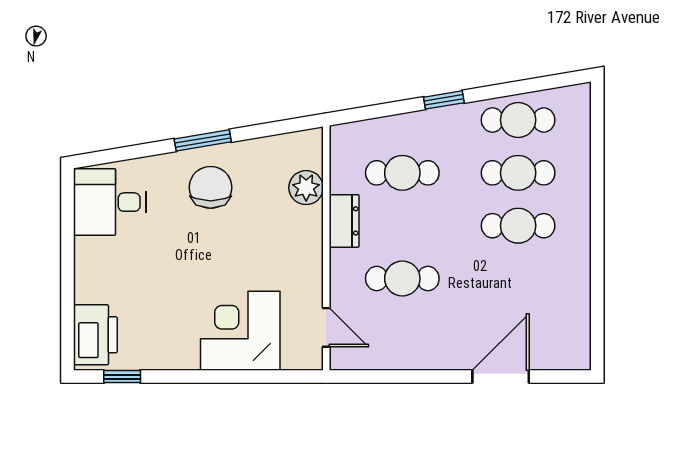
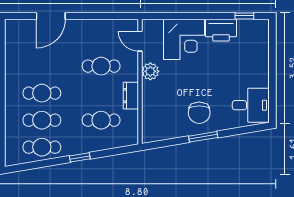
plant: (306, 188) -> (150, 71), moved
printer: (95, 335) -> (221, 30), moved, turned -90

